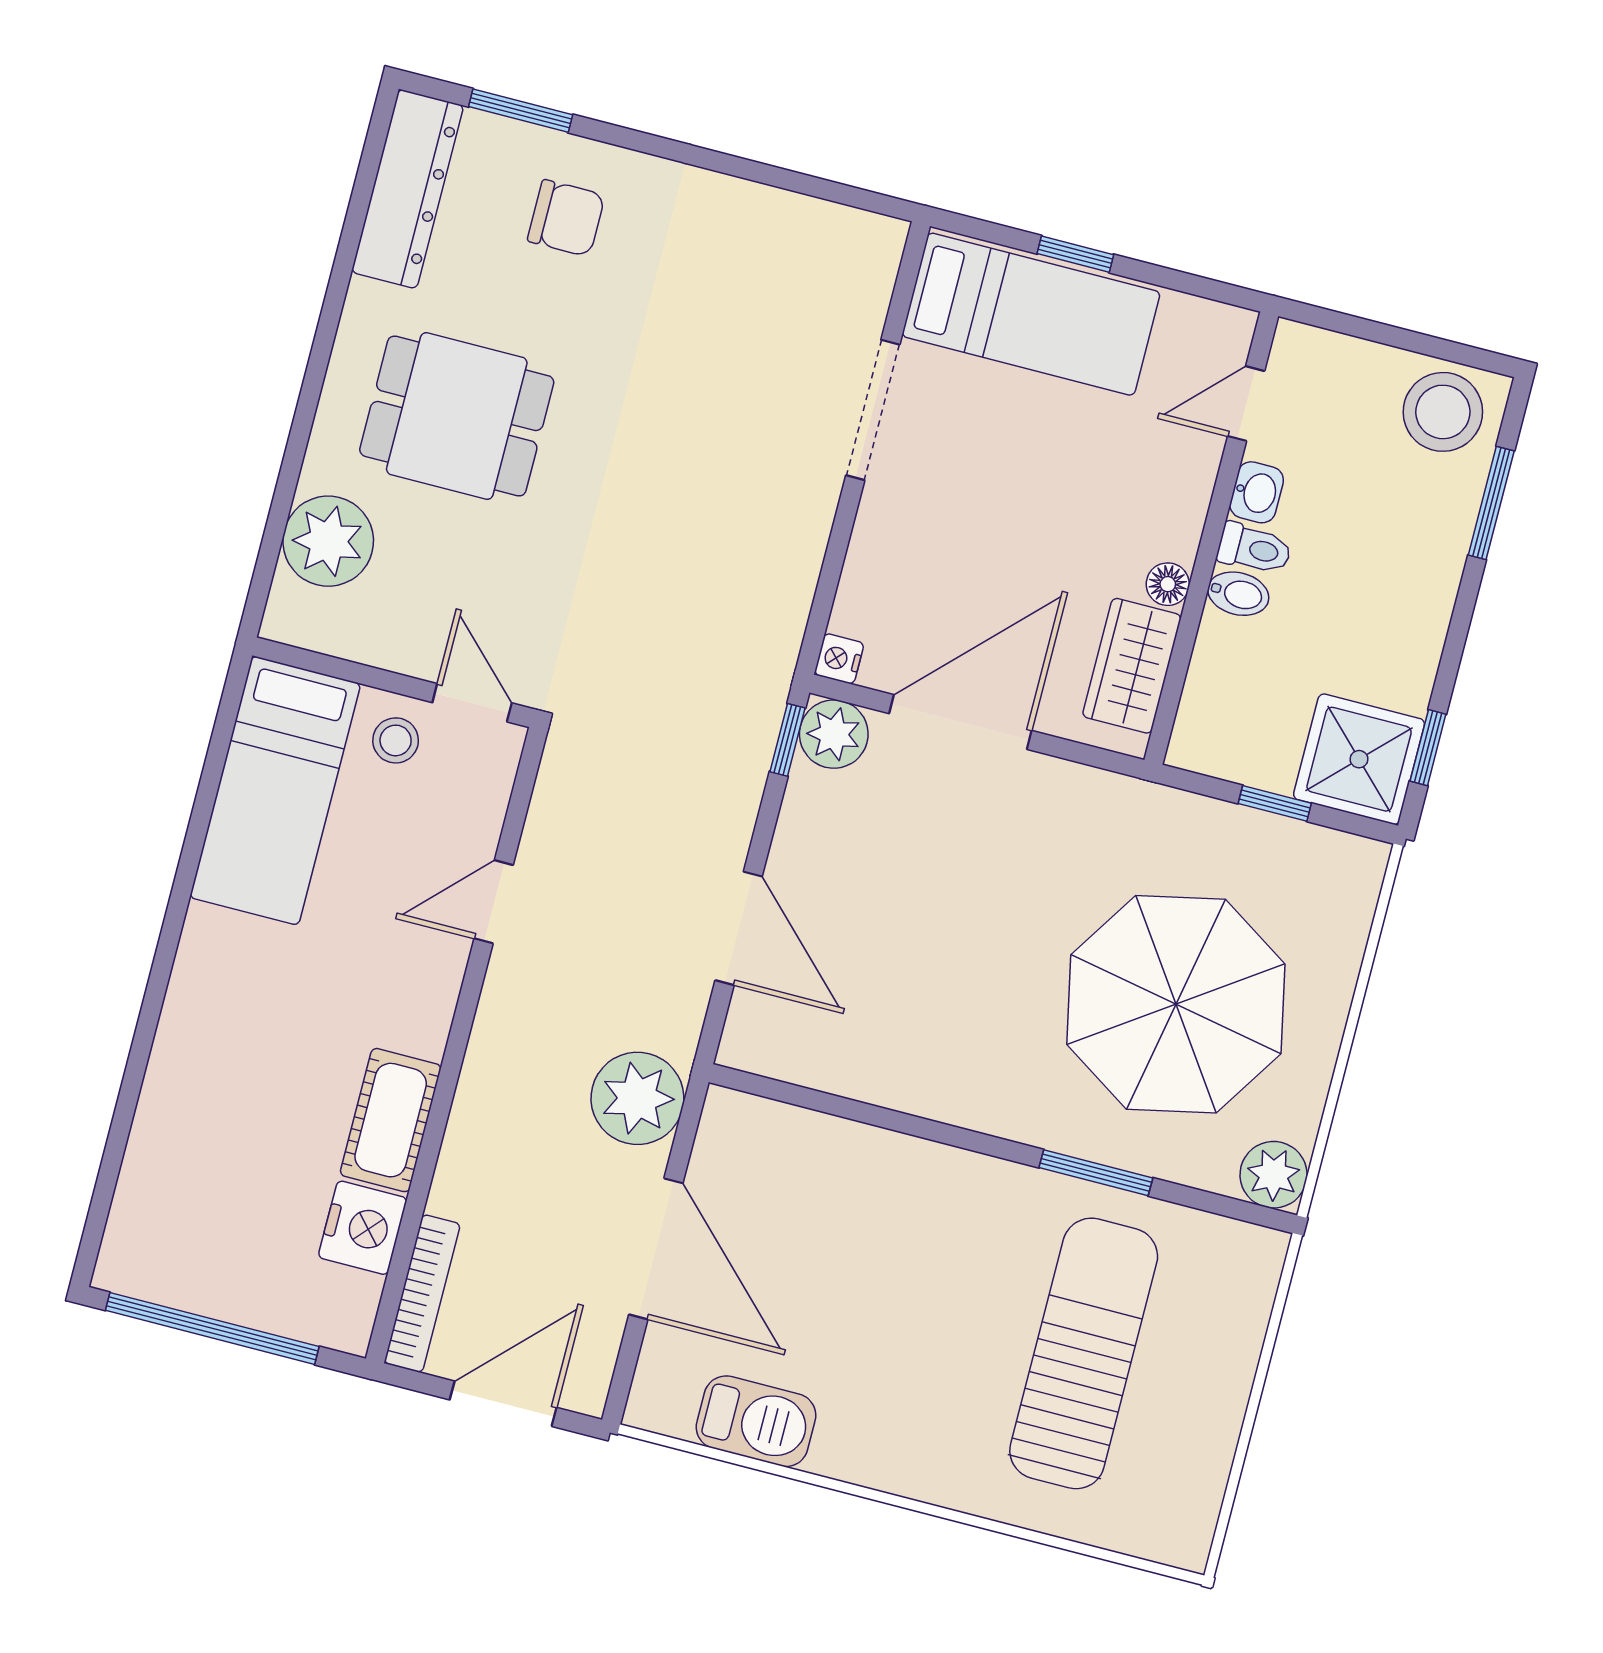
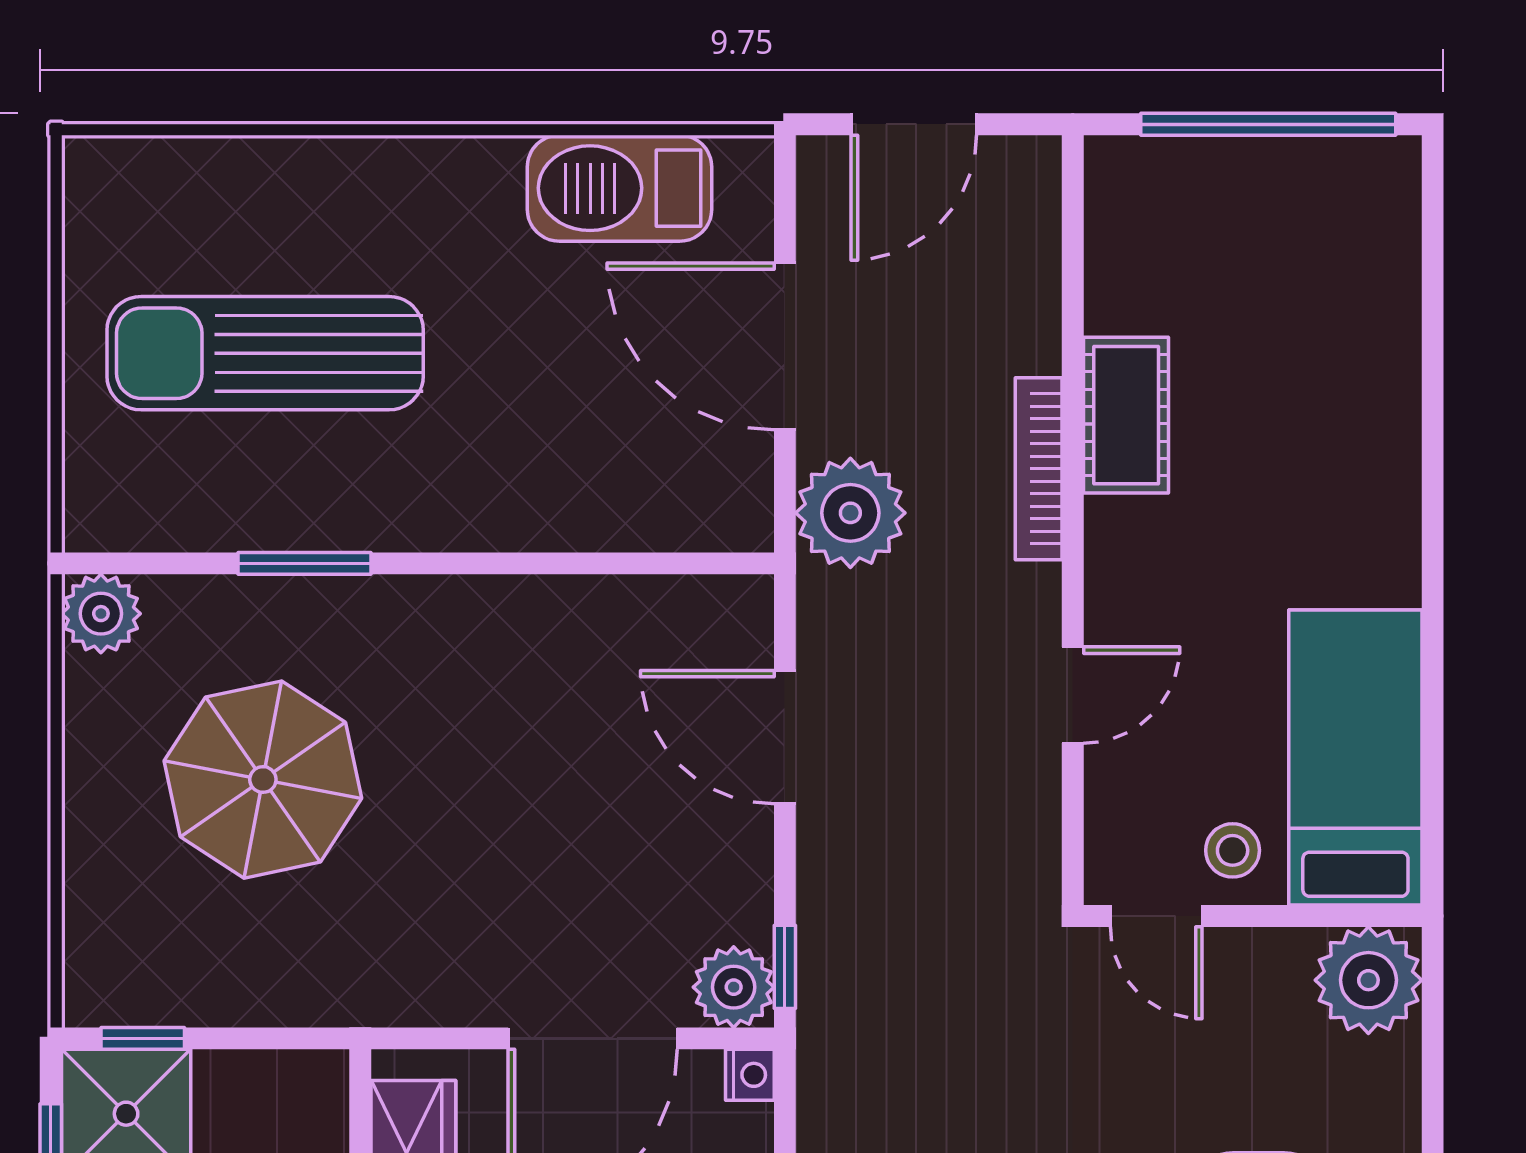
plant: (328, 541) -> (1368, 980), moved
window: (1275, 803) -> (143, 1038), moved
parasol: (1176, 1004) -> (263, 780), width x0.73, depth x0.73
nightstand: (363, 1228) -> (1126, 284), removed
bookcase: (422, 1293) -> (1039, 469), moved
sun lounger: (1084, 1353) -> (265, 353), turned 90
barbecue: (756, 1421) -> (619, 188), width x1.37, depth x1.21

